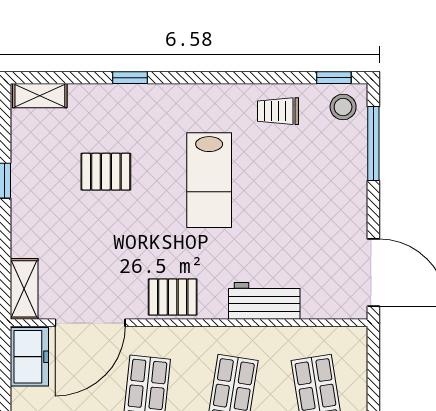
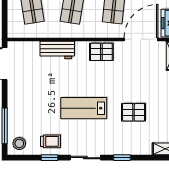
sliding door: (206, 78) -> (85, 158), added
window: (334, 78) -> (49, 158), moved
lab bench: (209, 180) -> (84, 108), turned -90

